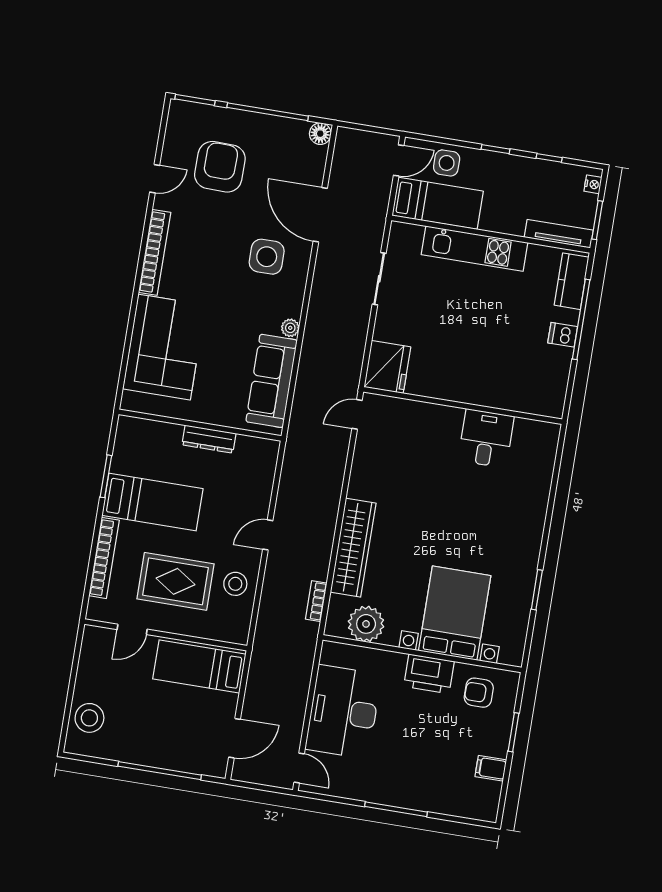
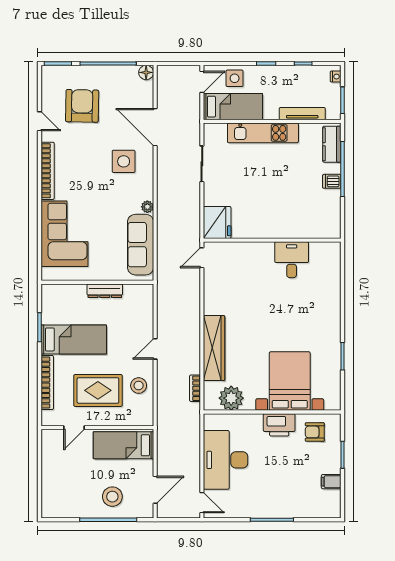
door: (155, 179) -> (39, 121), hinge flipped
tv unit: (559, 234) -> (302, 114), moved
stool: (89, 718) -> (112, 497), moved

